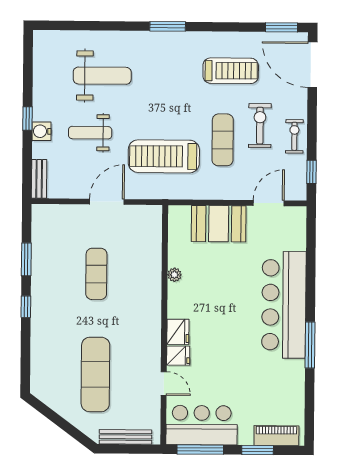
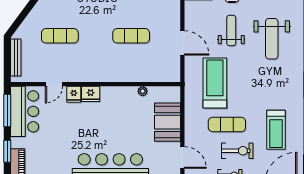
plant: (174, 275) -> (143, 91), moved
exercise mat: (95, 374) -> (60, 36), width x0.73, depth x0.69

